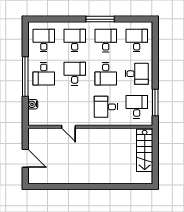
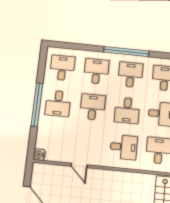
window: (100, 19) -> (126, 52), width x1.46
water cooler: (33, 104) -> (39, 155), moved
desk: (106, 107) -> (124, 147), turned 180

